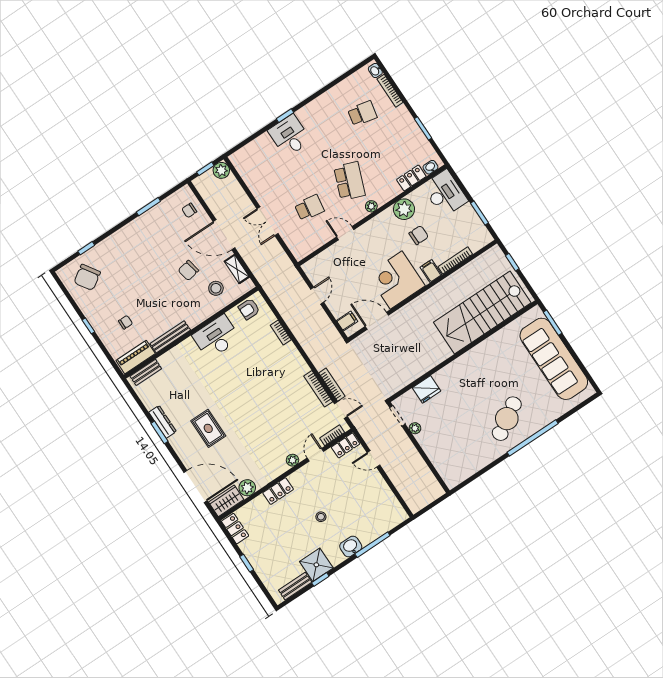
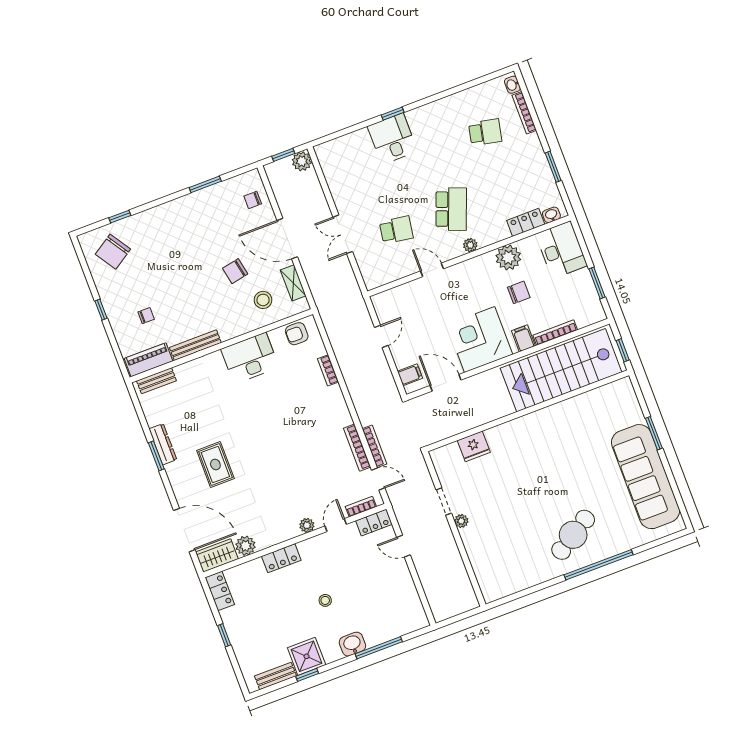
stairs: (482, 313) -> (561, 370), moved
wall: (463, 351) -> (527, 411), moved
fridge: (427, 389) -> (474, 446), moved

